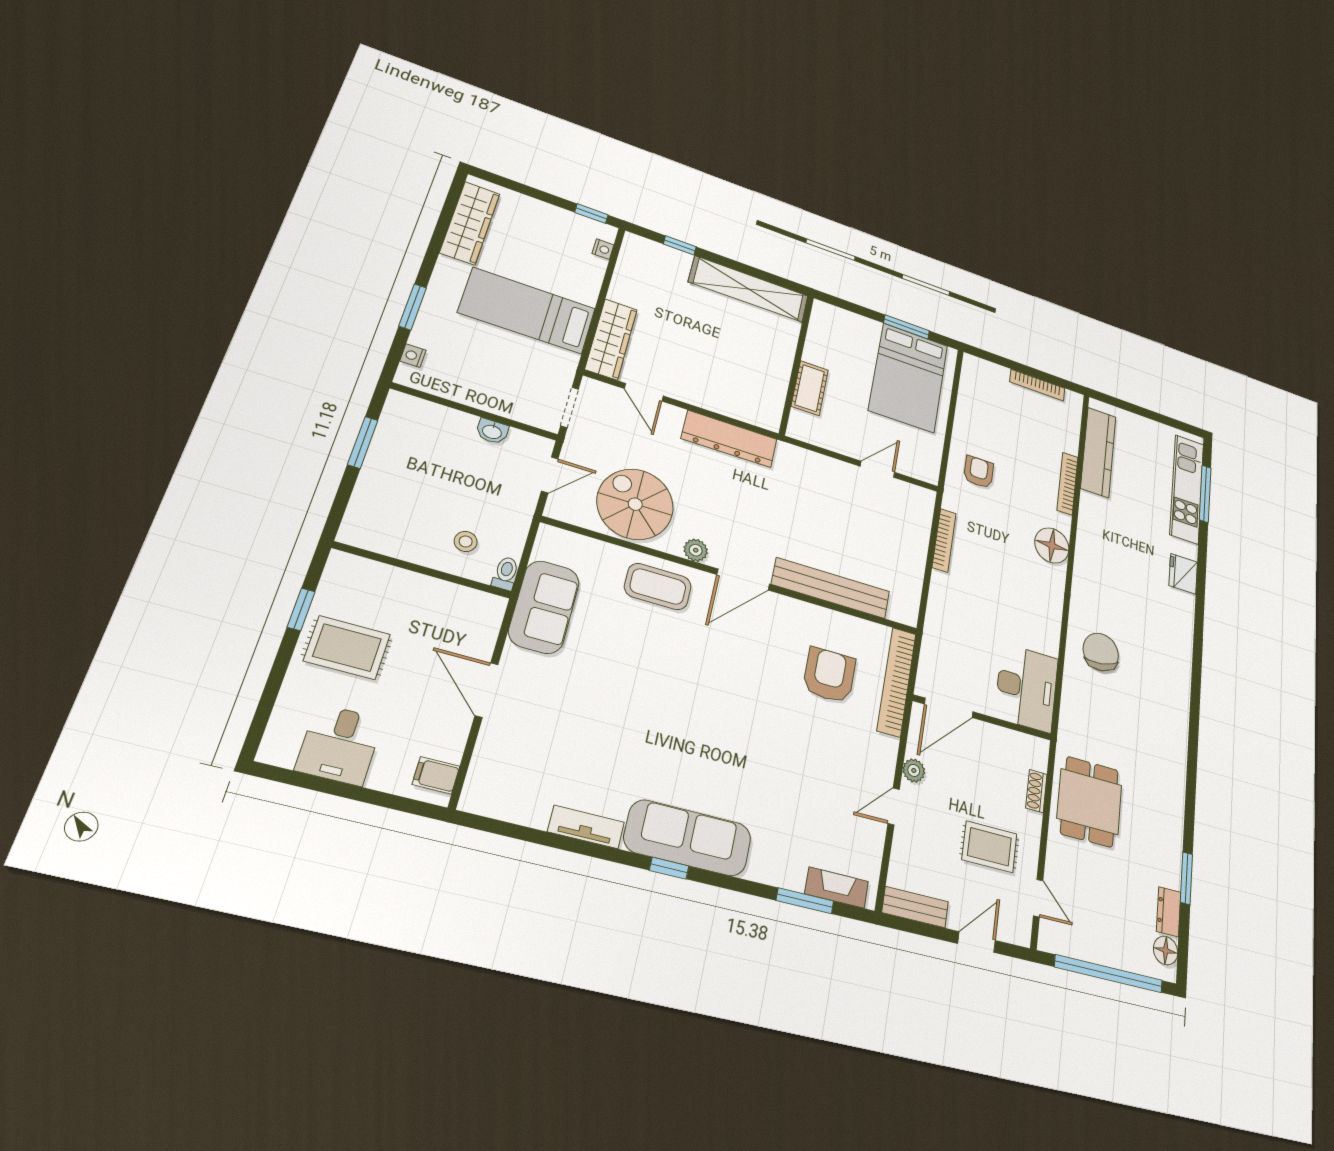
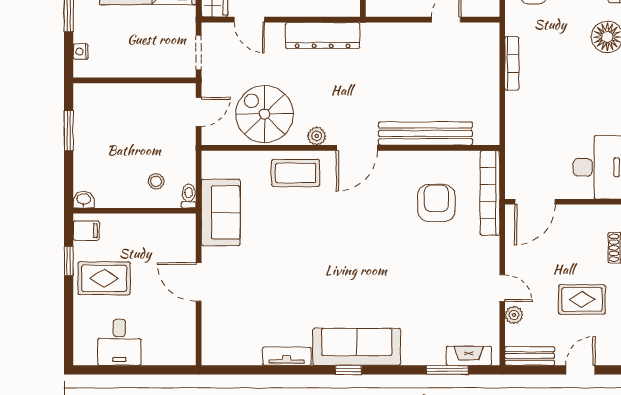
washbasin: (492, 431) -> (84, 200), moved, turned 180
plant: (914, 770) -> (514, 315), moved
filing cabinet: (436, 775) -> (86, 230), moved, turned 180
door: (894, 806) -> (502, 288), swing flipped

